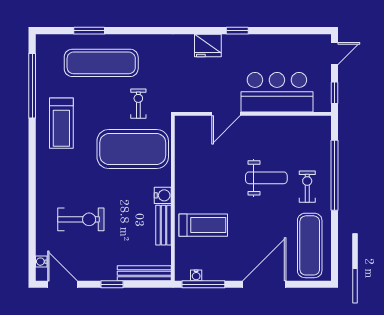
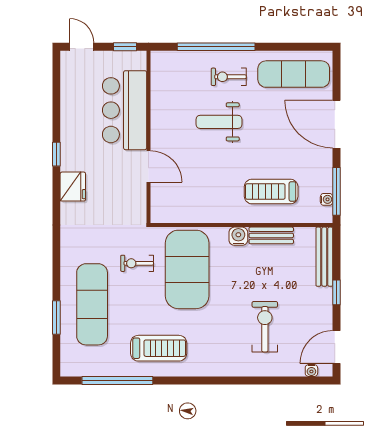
weight bench: (266, 178) -> (219, 122), turned -90
treadmill: (203, 225) -> (271, 191), turned -90

